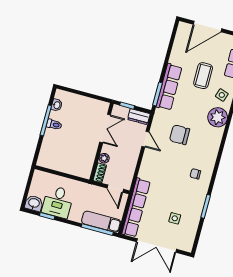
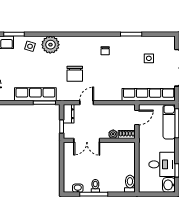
coffee table: (203, 76) -> (18, 67), removed
double door: (105, 128) -> (87, 140), swing flipped
toilet: (46, 162) -> (130, 184), added

